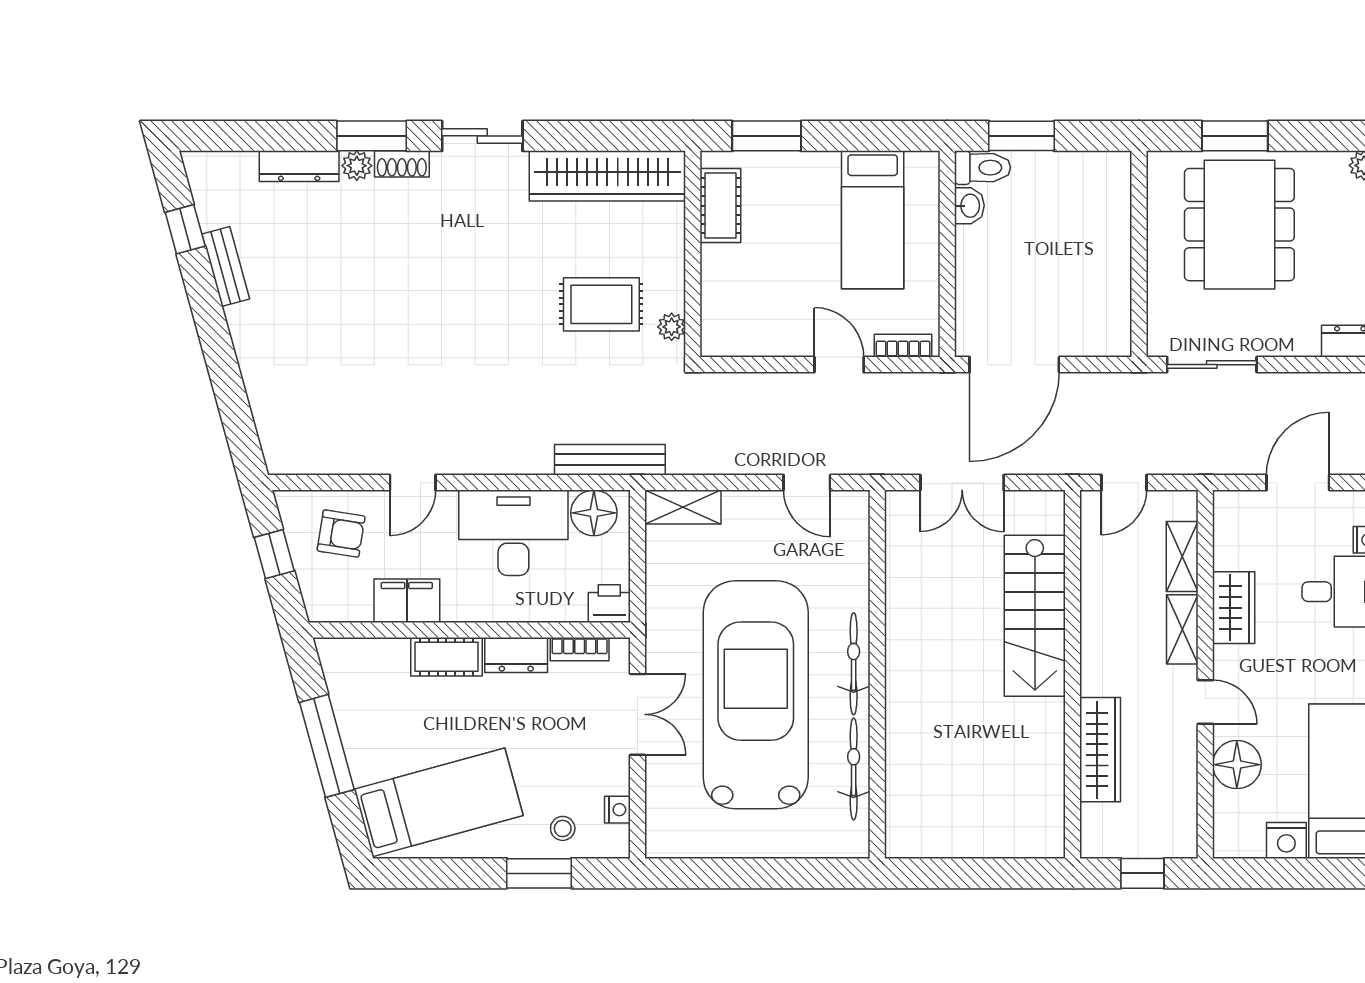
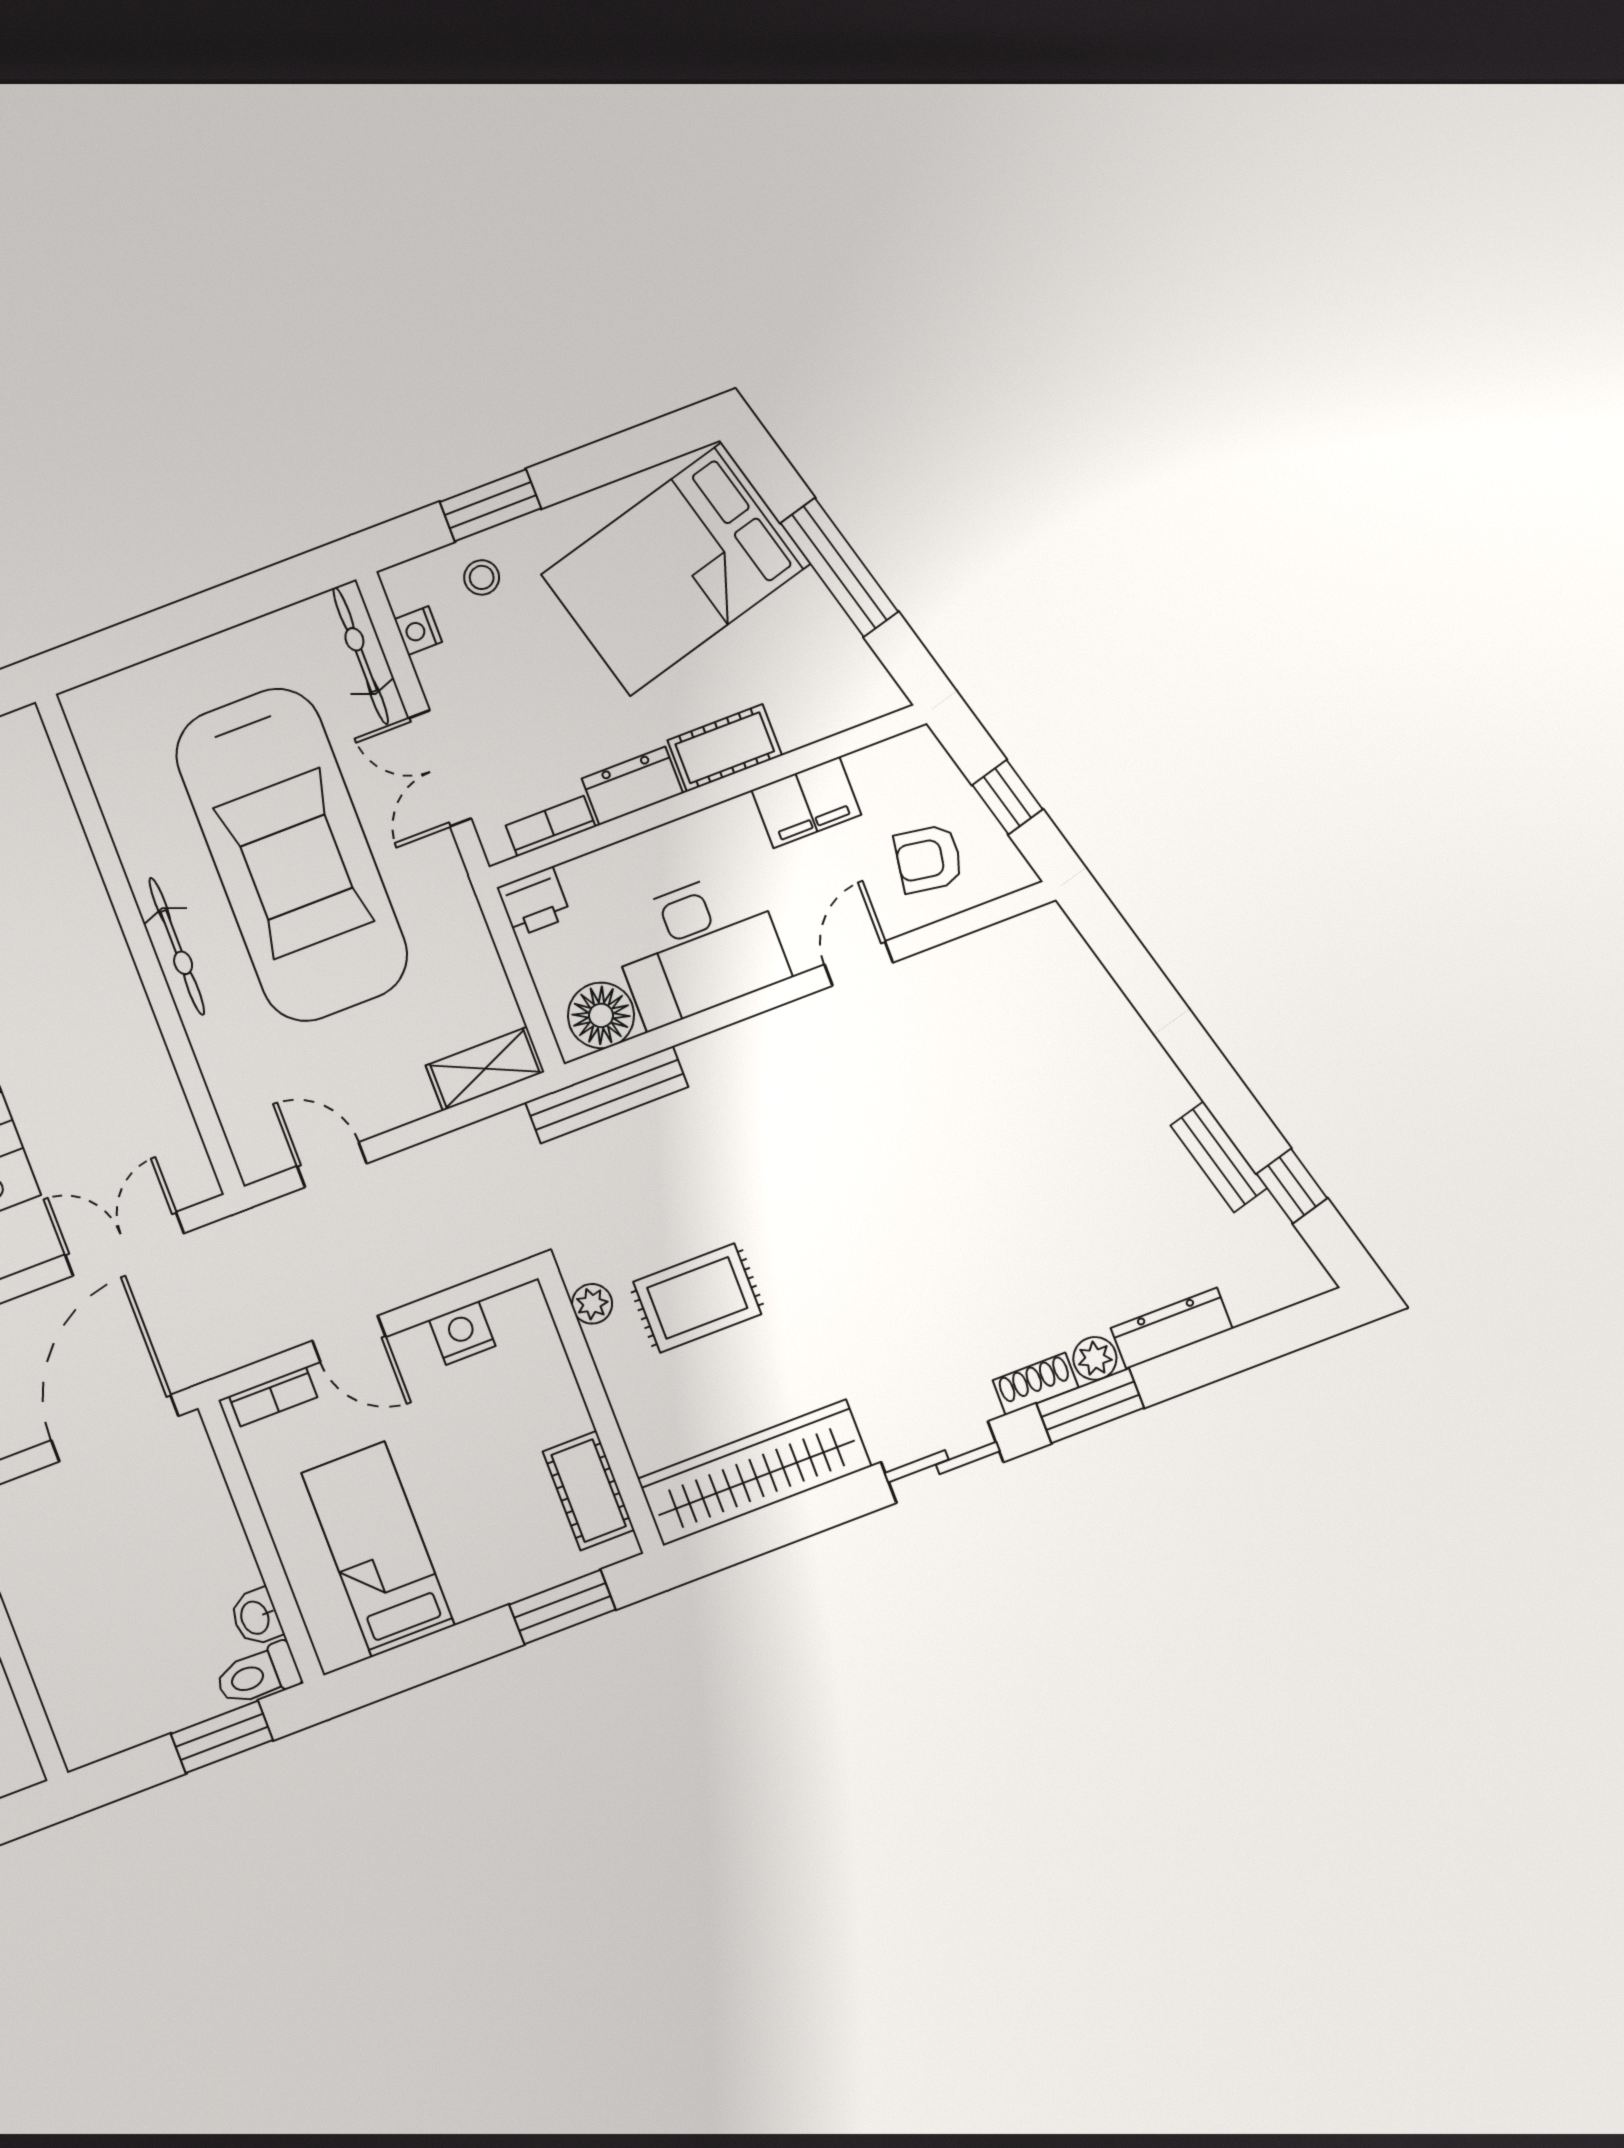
nightstand: (764, 340) -> (462, 1333), added
bicycle: (854, 769) -> (361, 656), moved, turned 180
bed: (439, 802) -> (676, 569), width x1.50

